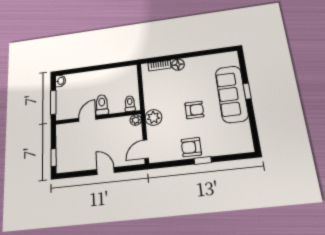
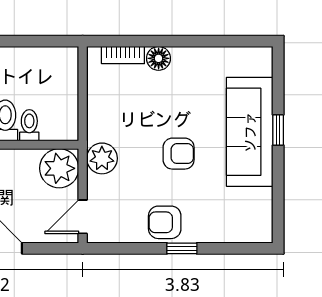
toilet: (130, 104) -> (29, 125), moved
plant: (136, 120) -> (59, 168), width x1.87, depth x1.87

